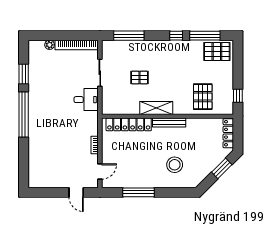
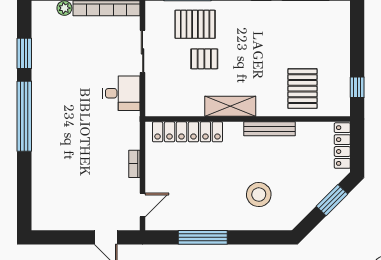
pallet: (217, 52) -> (195, 24), moved
bench: (169, 122) -> (269, 129), moved

